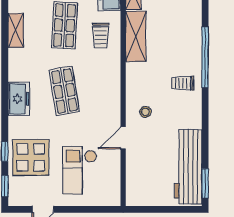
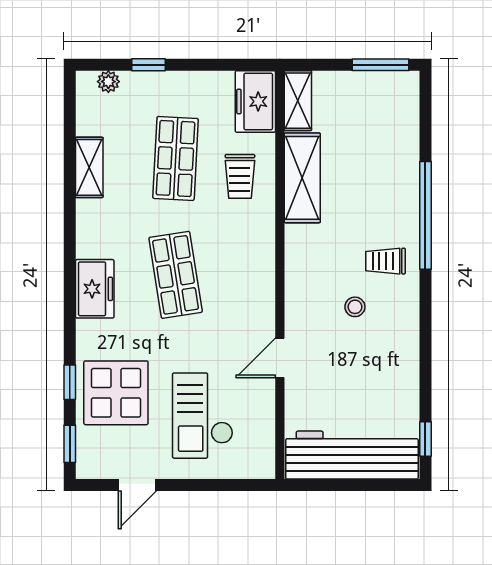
stool: (145, 112) -> (355, 307), moved
workbench: (188, 167) -> (352, 455), moved, turned 90
window: (205, 183) -> (425, 439), width x0.67

